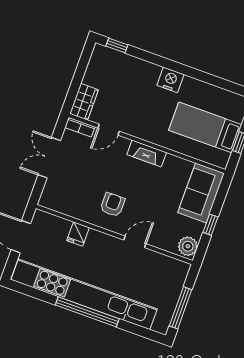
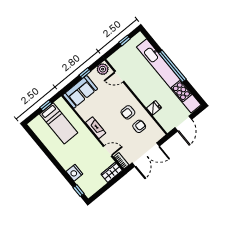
nightstand: (170, 80) -> (74, 173), moved
double door: (49, 158) -> (146, 155), width x1.37
armchair: (84, 194) -> (139, 126), added
door: (135, 242) -> (119, 77), moved
window: (181, 308) -> (125, 41), width x0.46

